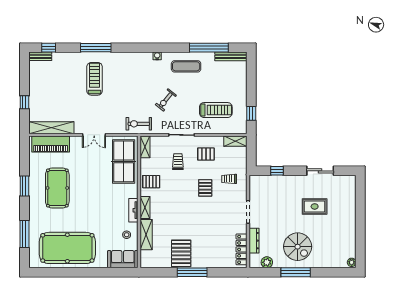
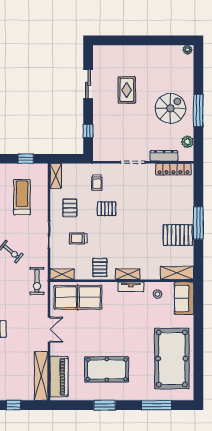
shelving: (146, 235) -> (177, 273), moved

